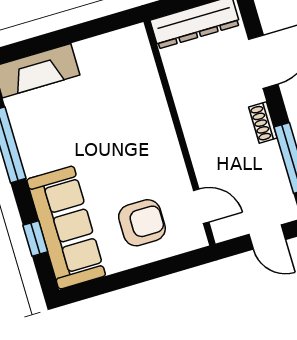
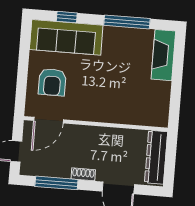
door: (201, 206) -> (49, 120), width x1.38

